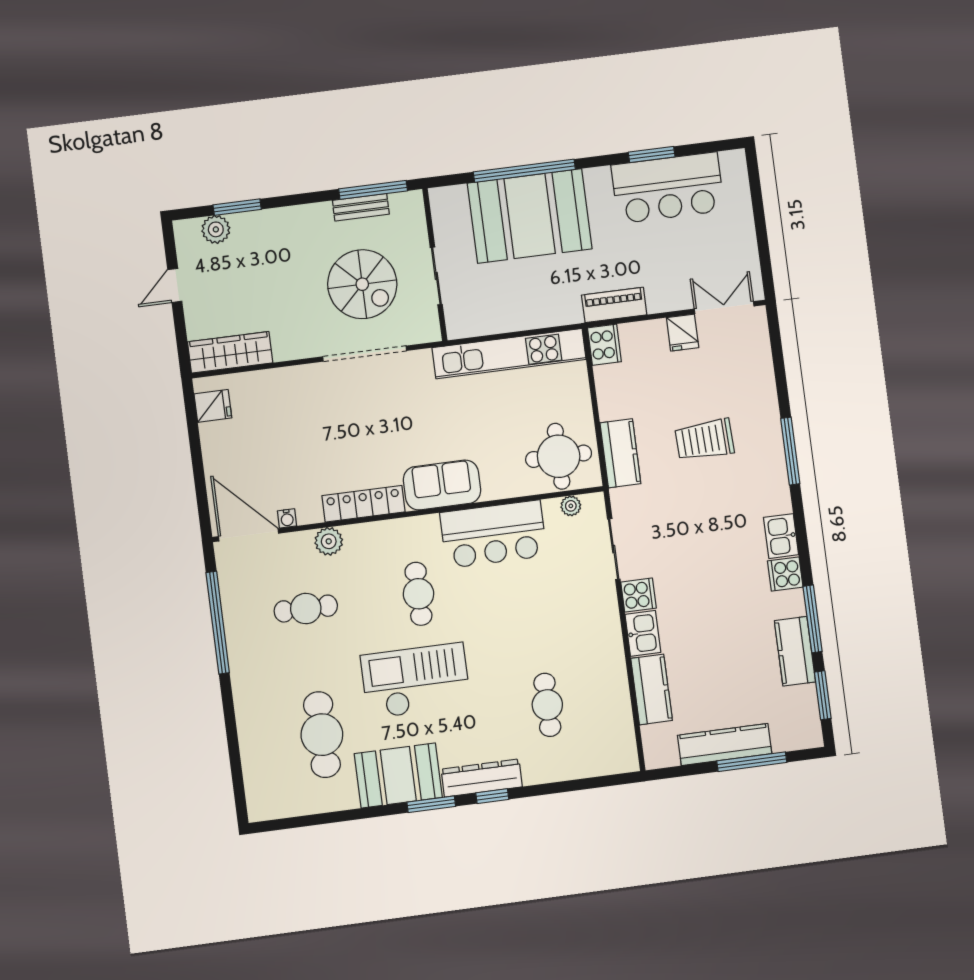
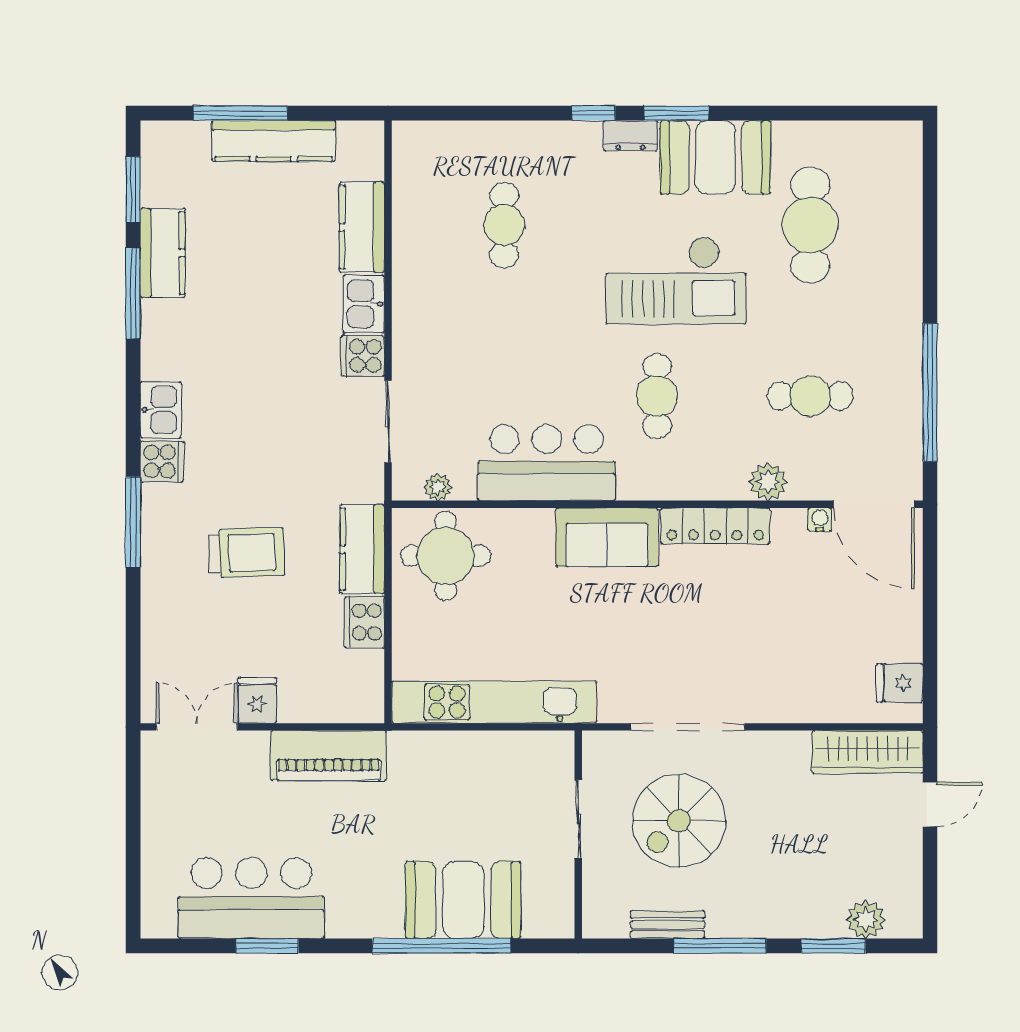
window: (373, 190) -> (720, 946), moved
booth: (530, 216) -> (463, 900), width x0.73, depth x0.70
spiral stairs: (362, 284) -> (679, 821), turned -90
door: (175, 285) -> (930, 805), moved
piano: (614, 305) -> (329, 756), width x1.37, depth x1.33
double door: (724, 308) -> (197, 727), swing flipped
cooker: (604, 345) -> (364, 622), moved
cooker: (785, 574) -> (162, 461), moved
dresser: (482, 778) -> (631, 135), width x0.51, depth x0.80

